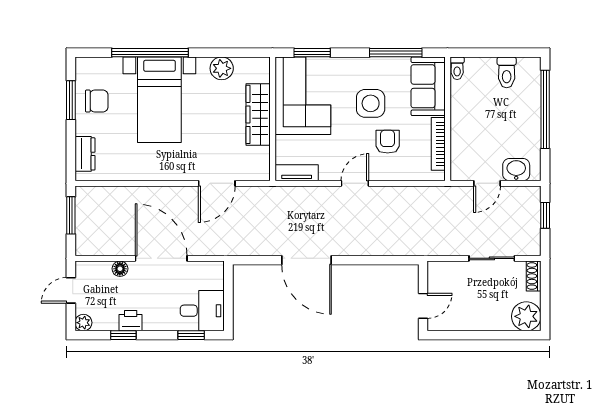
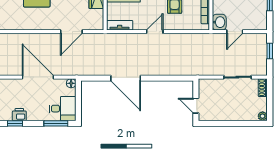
washbasin: (516, 170) -> (219, 22), moved, turned 90
floor lamp: (120, 269) -> (71, 83), moved
door: (423, 306) -> (196, 106), swing flipped
plant: (526, 316) -> (263, 116), width x0.53, depth x0.53
window: (191, 335) -> (56, 123), width x1.50

